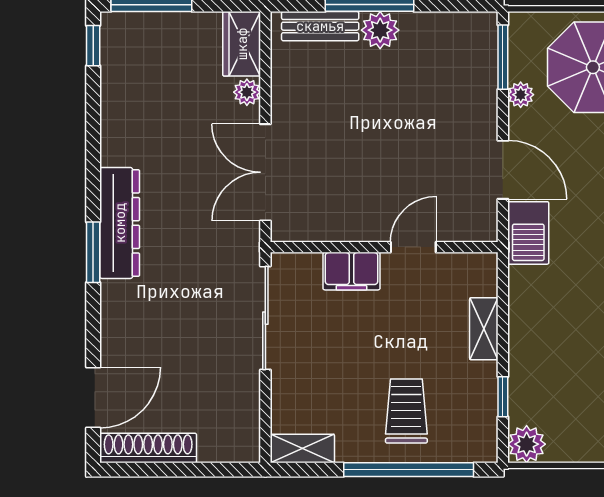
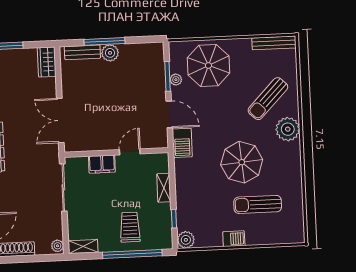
window: (503, 57) -> (167, 76), moved
plant: (247, 92) -> (58, 246), moved

